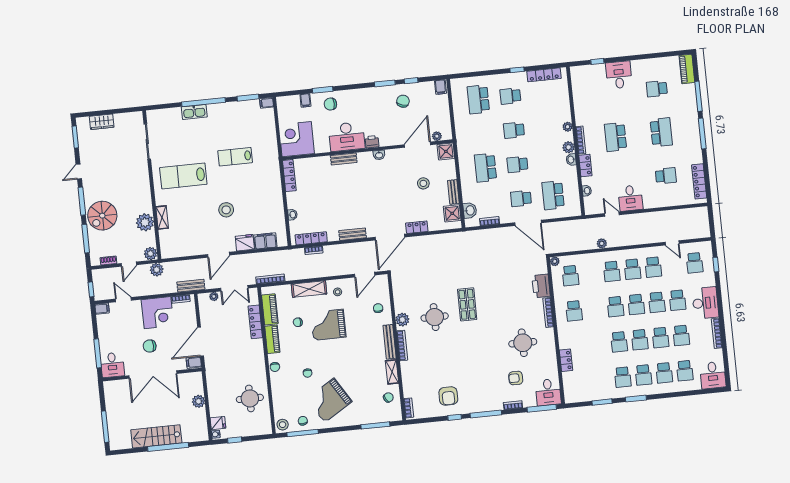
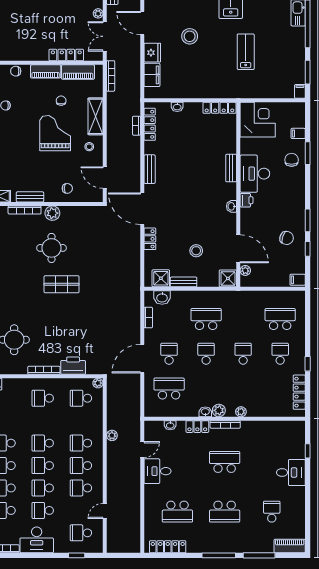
school desk: (666, 176) -> (177, 512), width x1.85
bench: (390, 342) -> (30, 197), width x0.73

